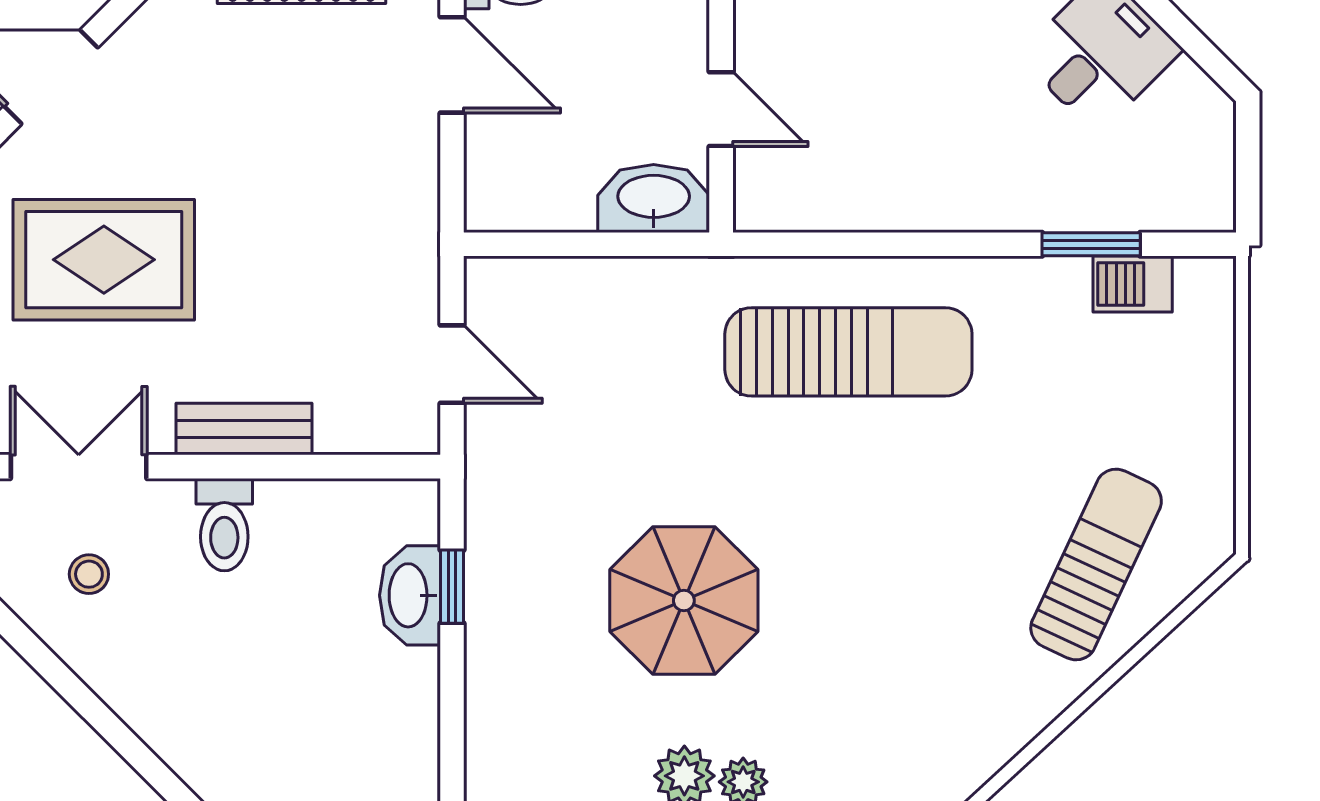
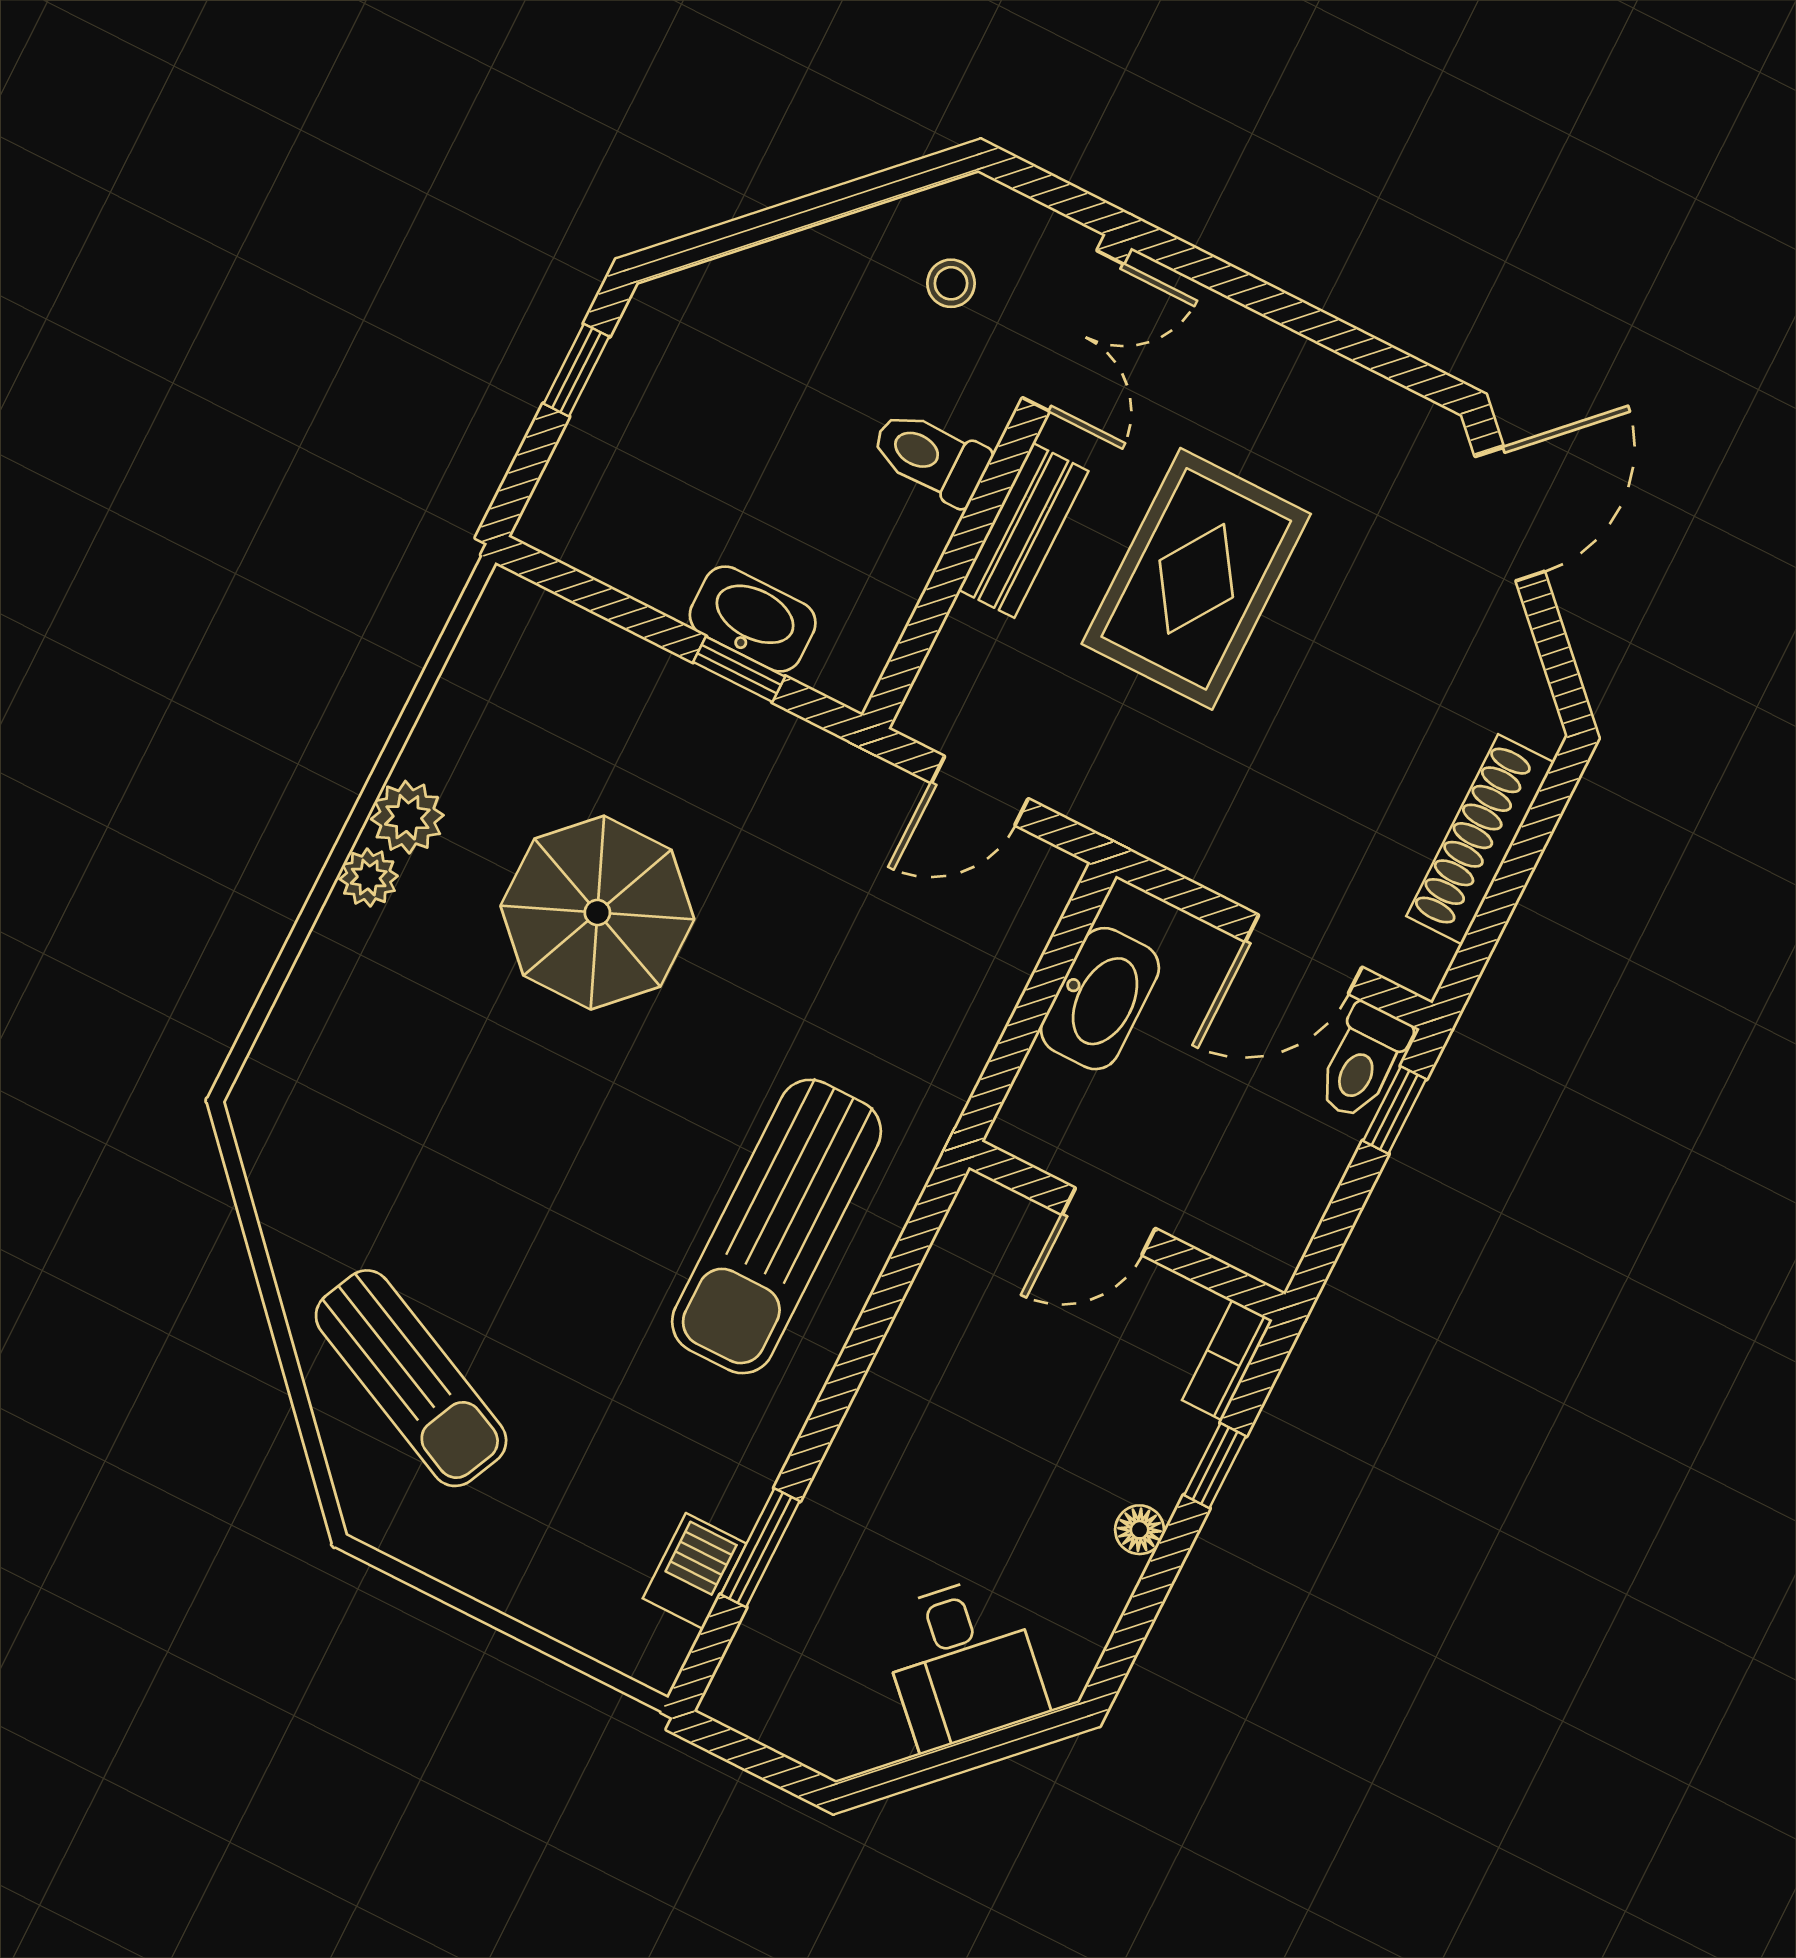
washbasin: (654, 198) -> (1100, 999), moved
rug: (104, 260) -> (1196, 579), moved

